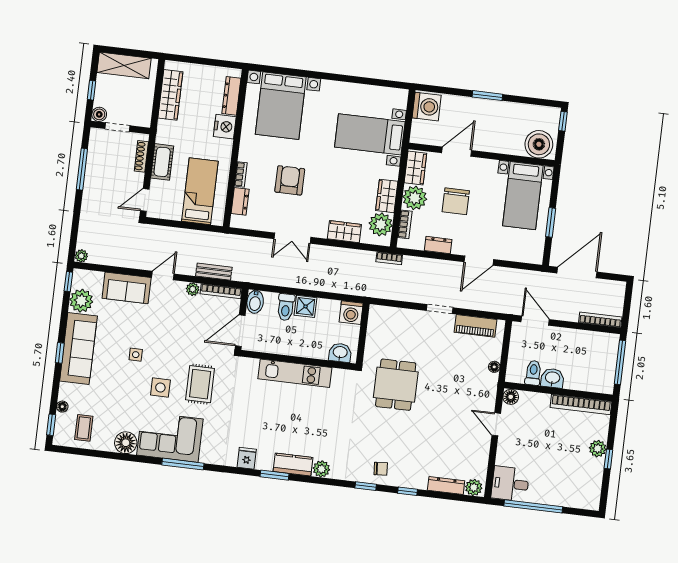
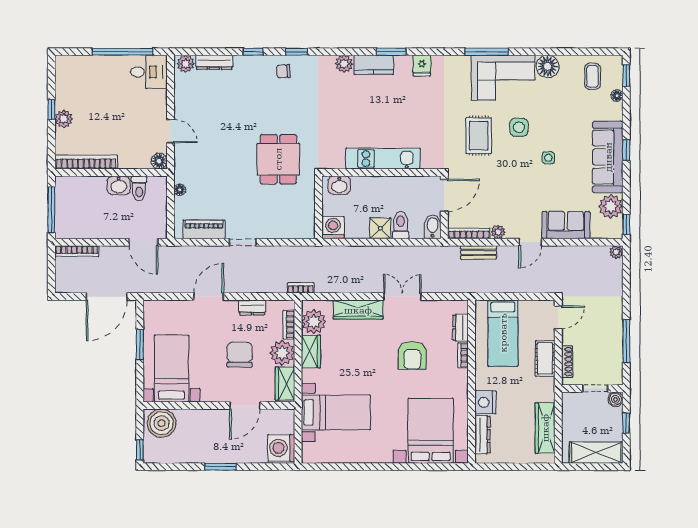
wardrobe: (344, 232) -> (358, 310), width x1.50

